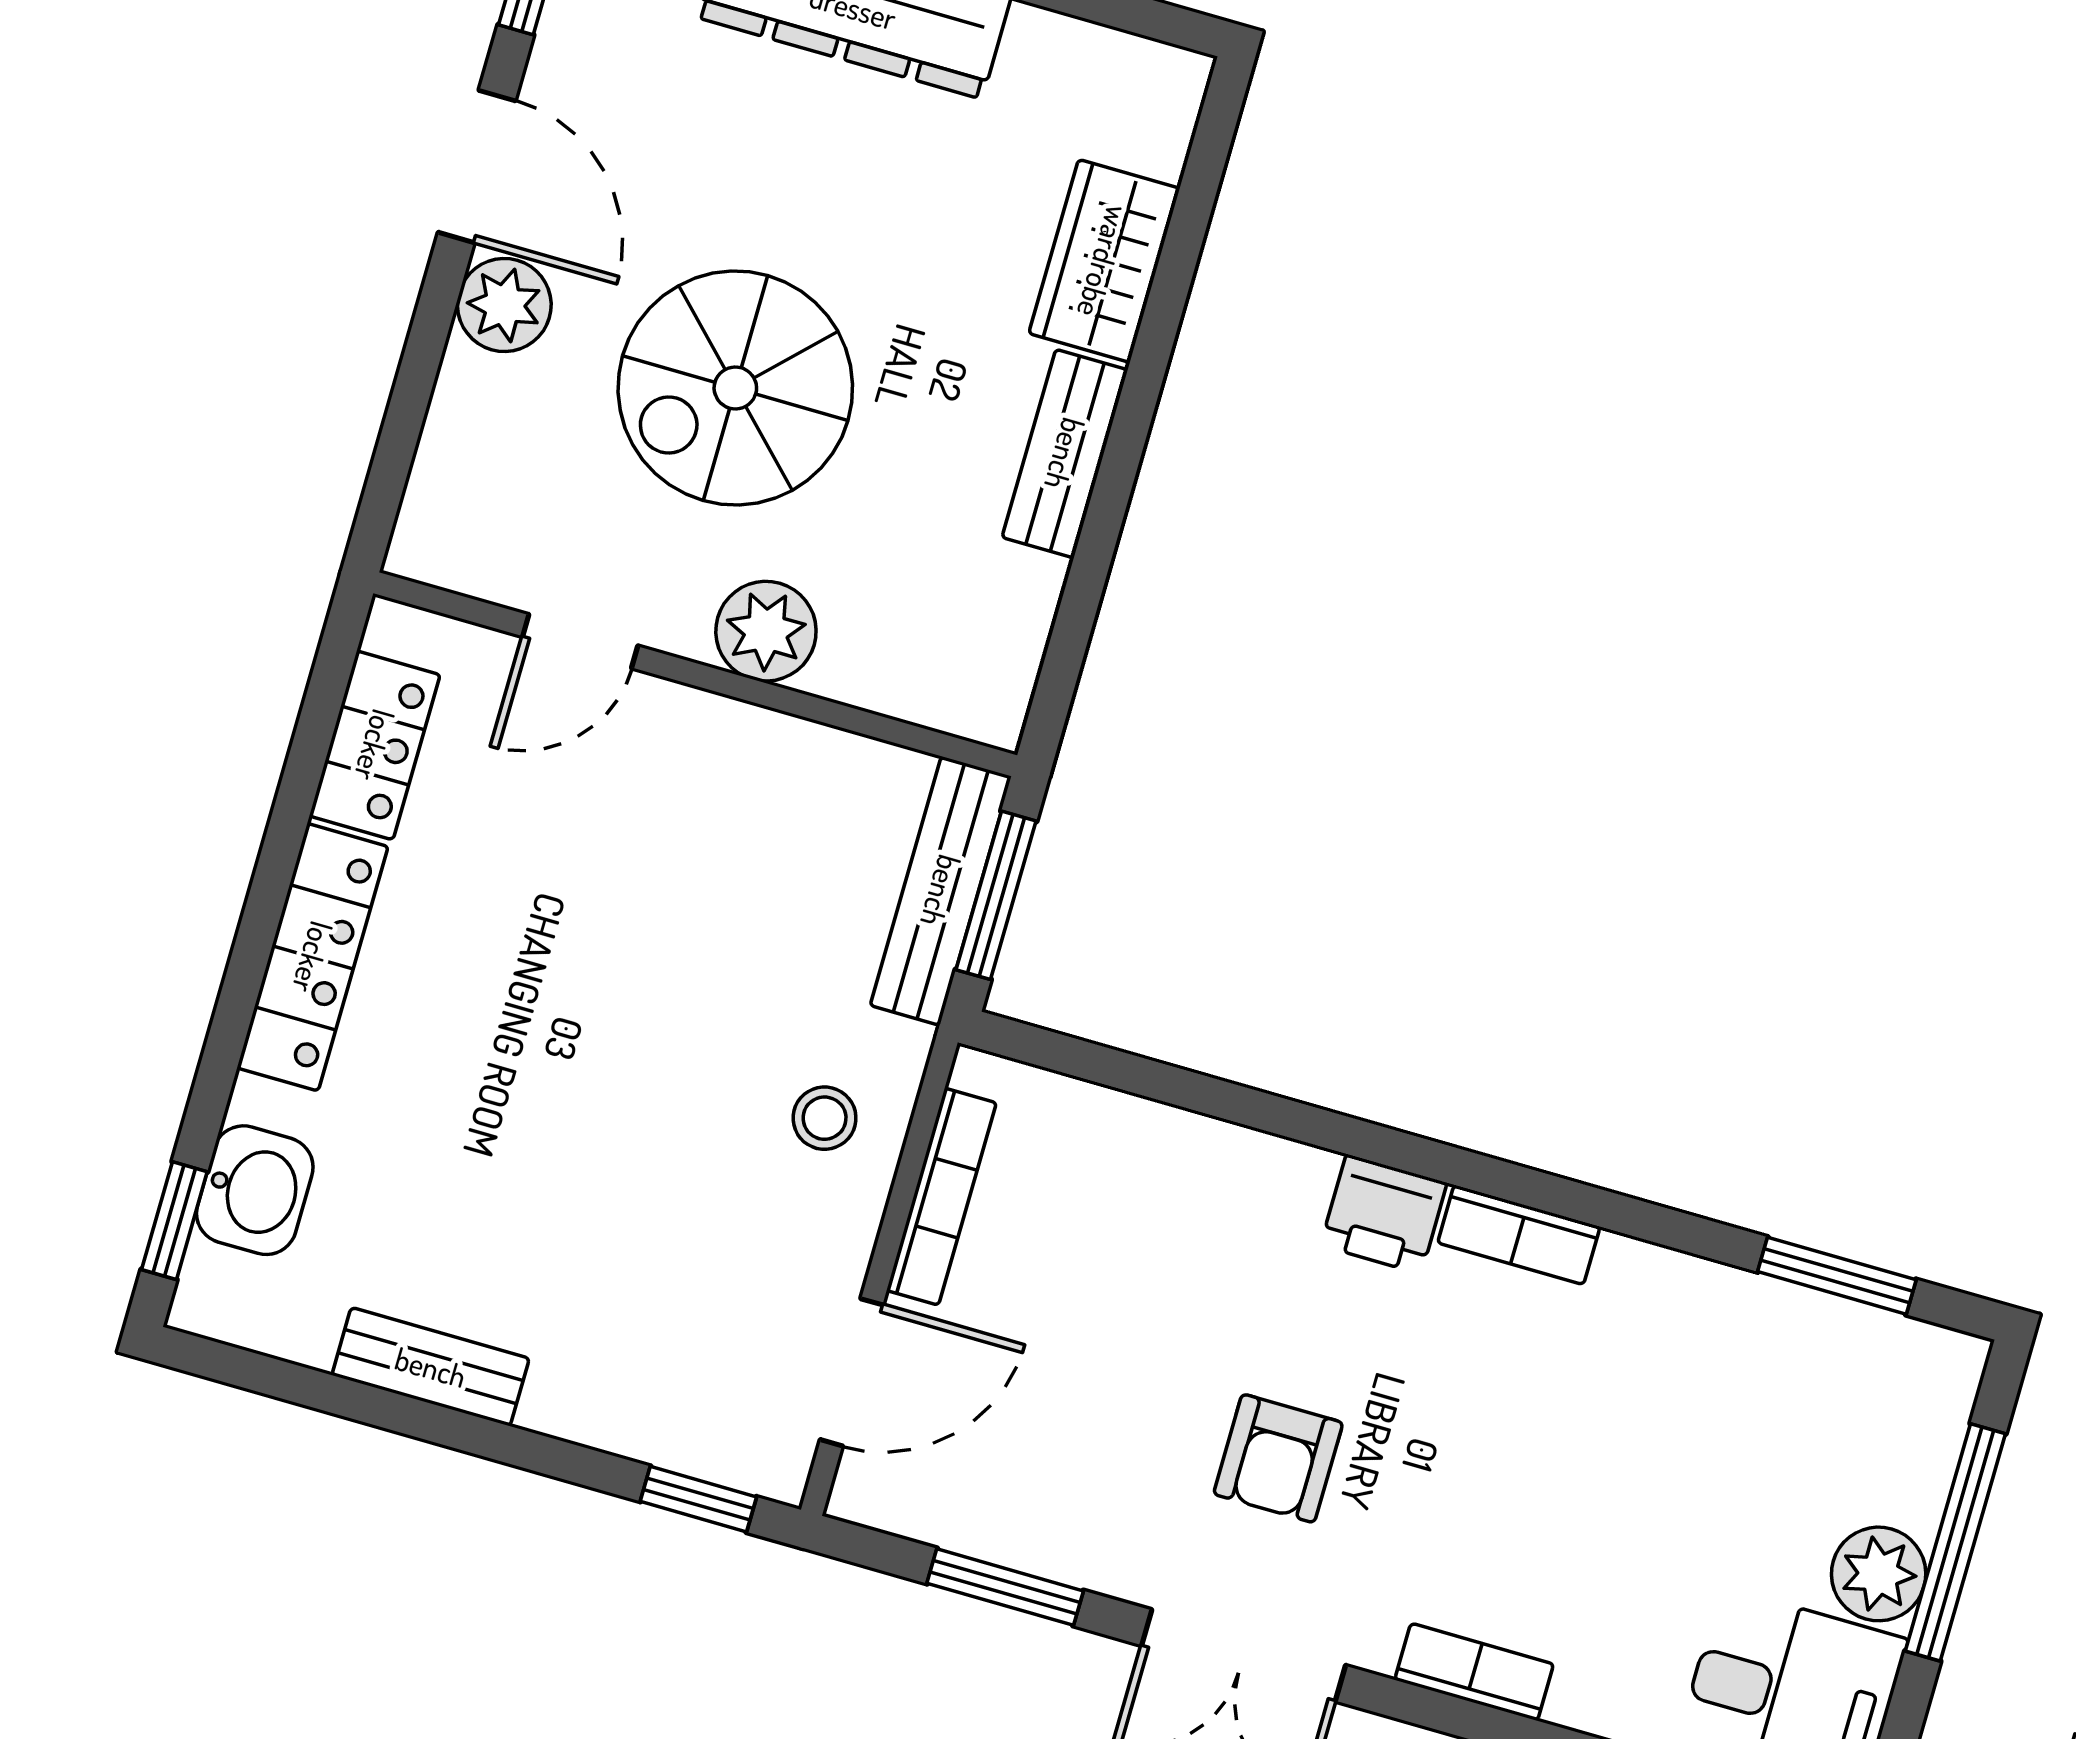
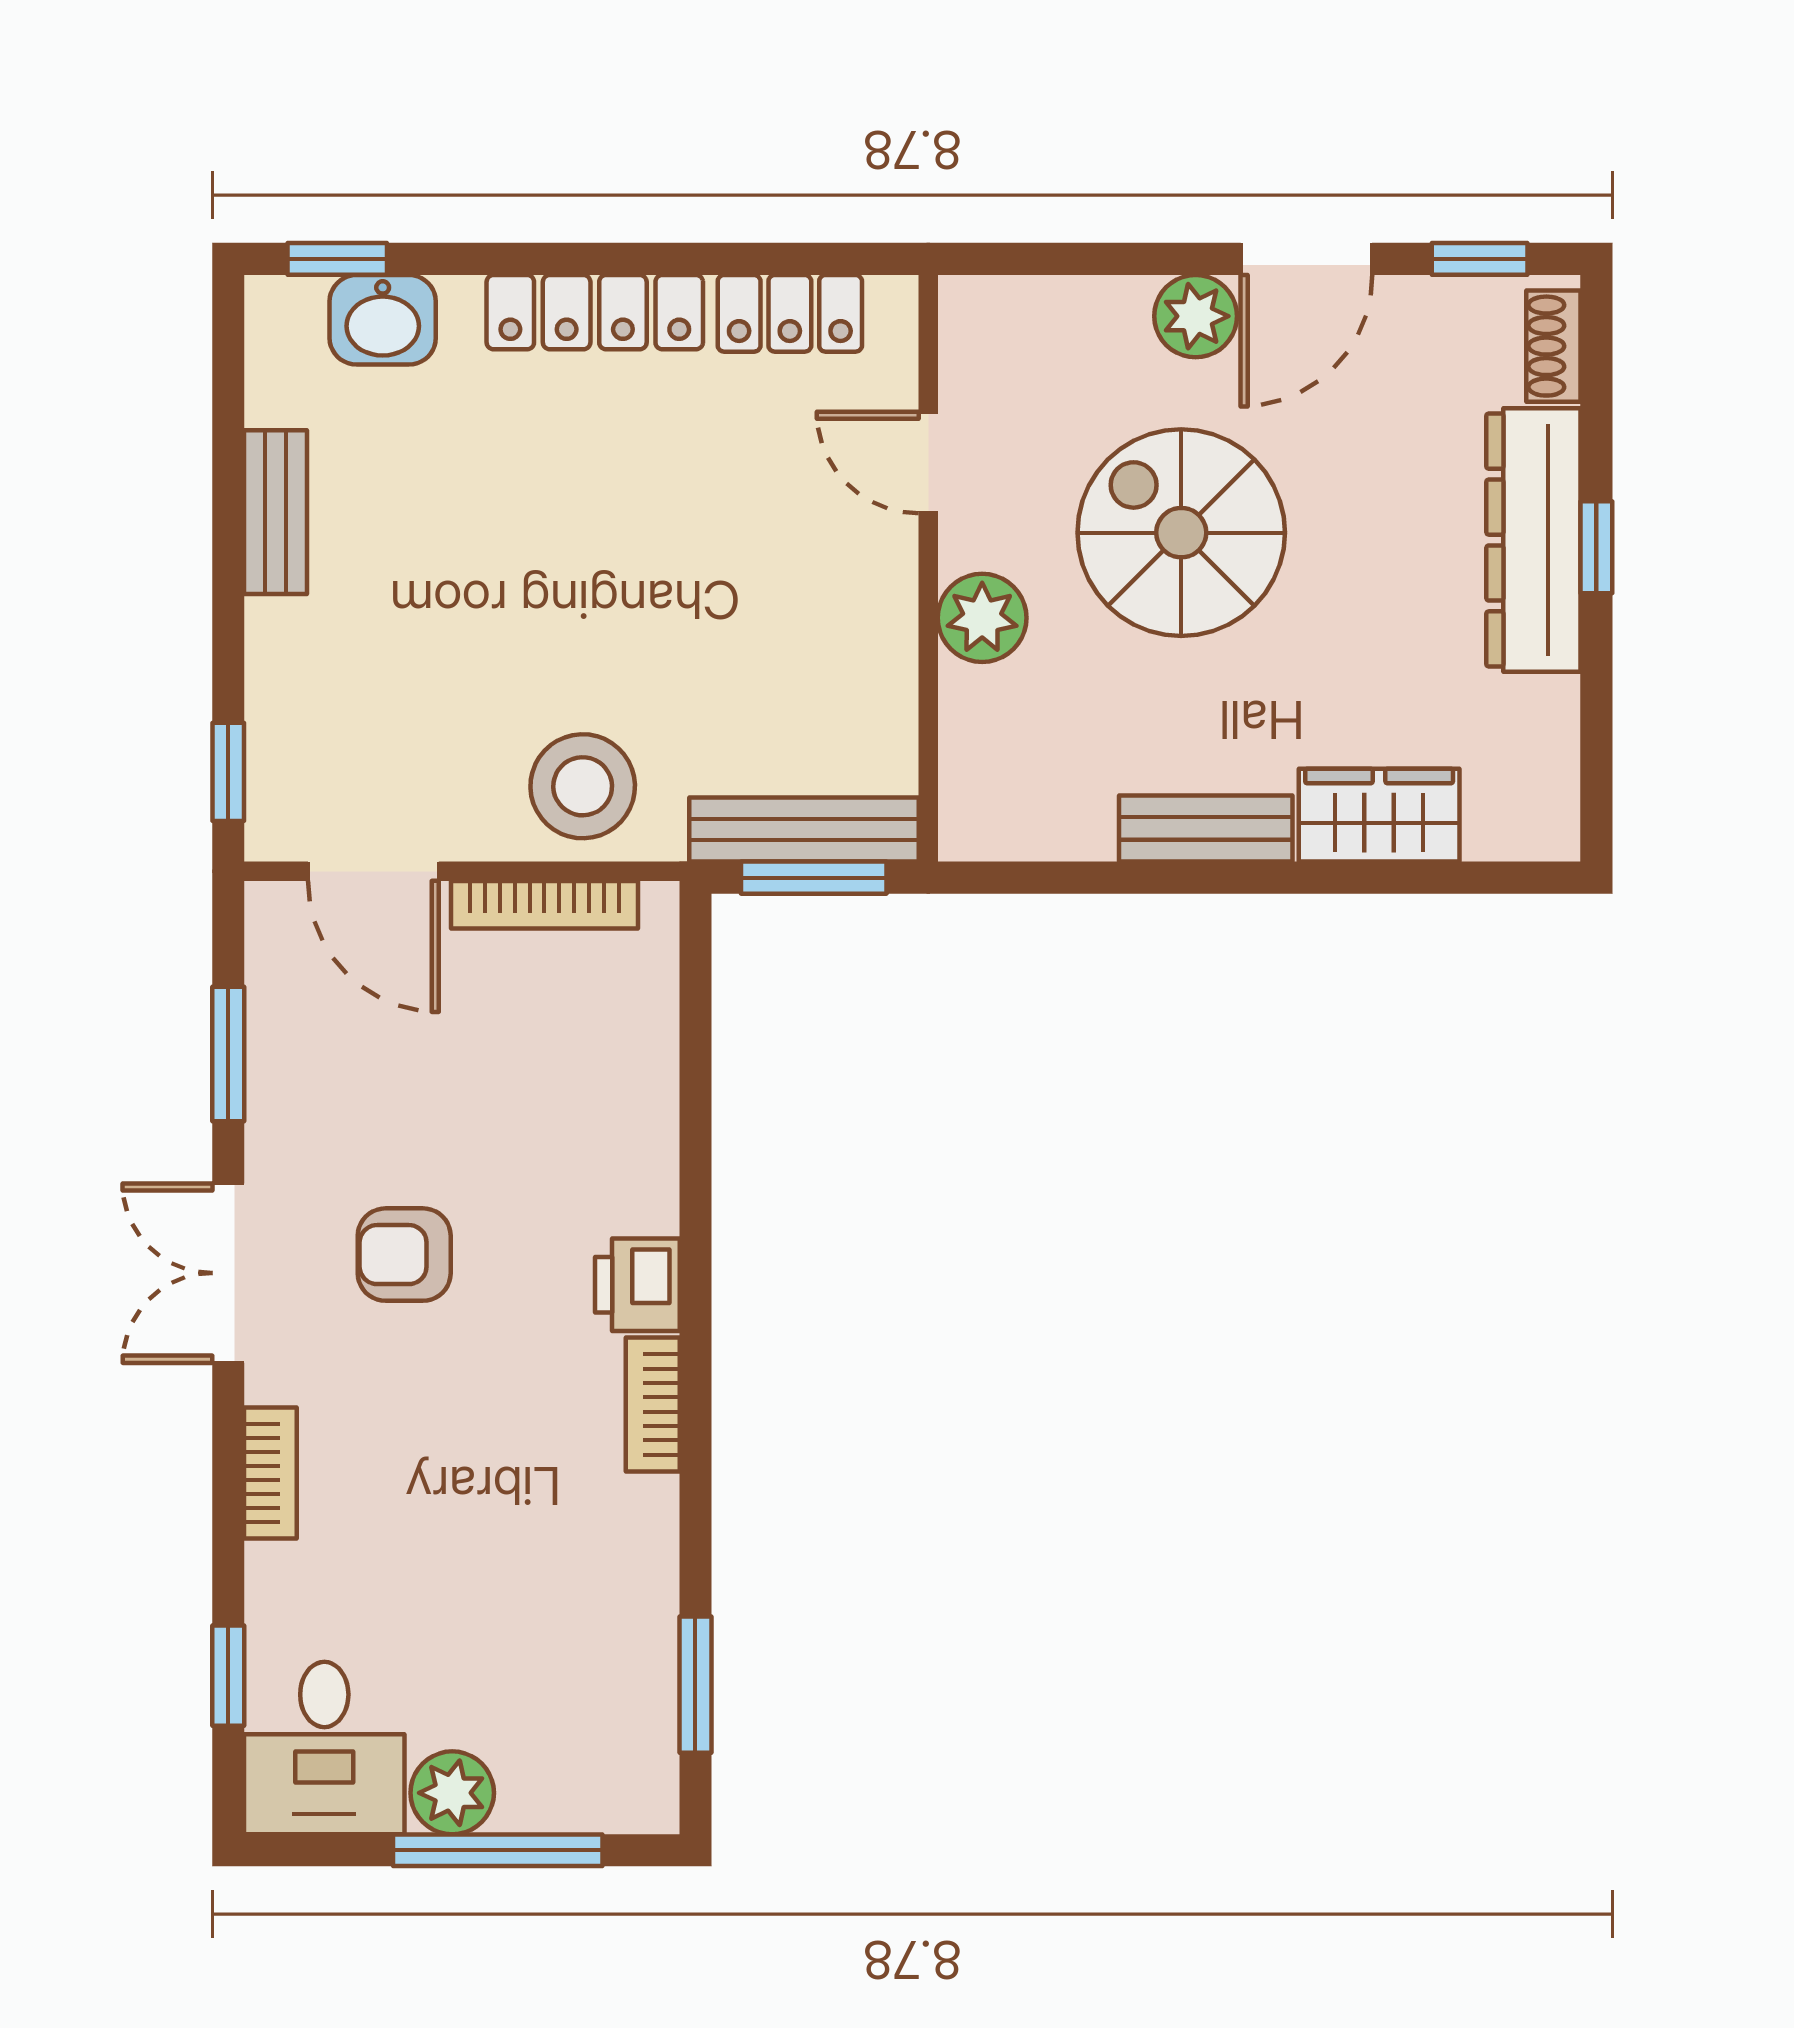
stool: (825, 1118) -> (583, 786), width x1.89, depth x1.89

